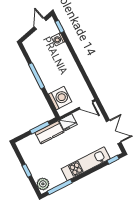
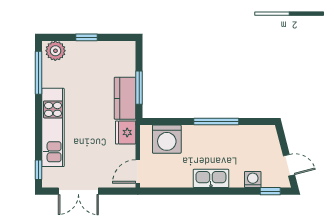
kitchen sink: (69, 63) -> (211, 178), added

